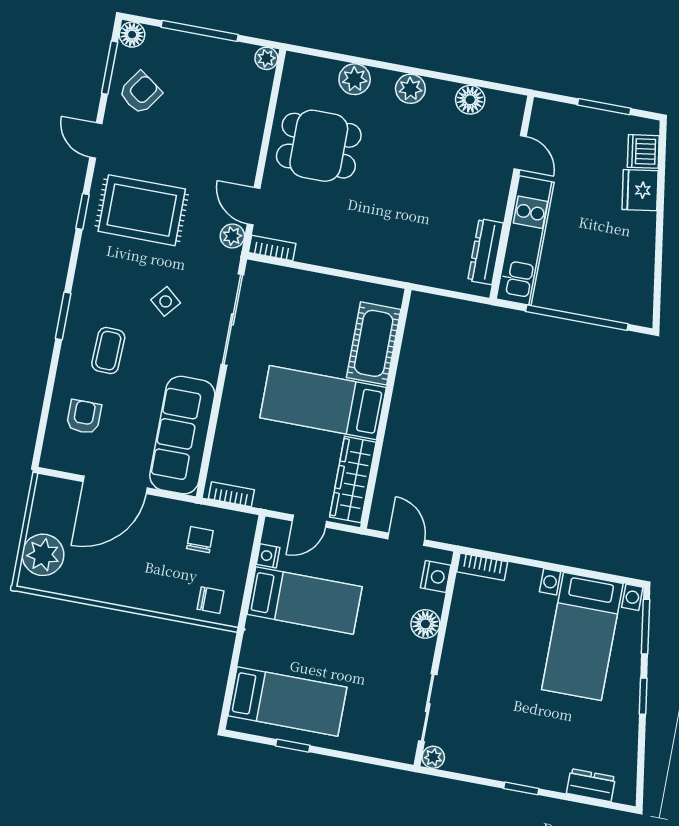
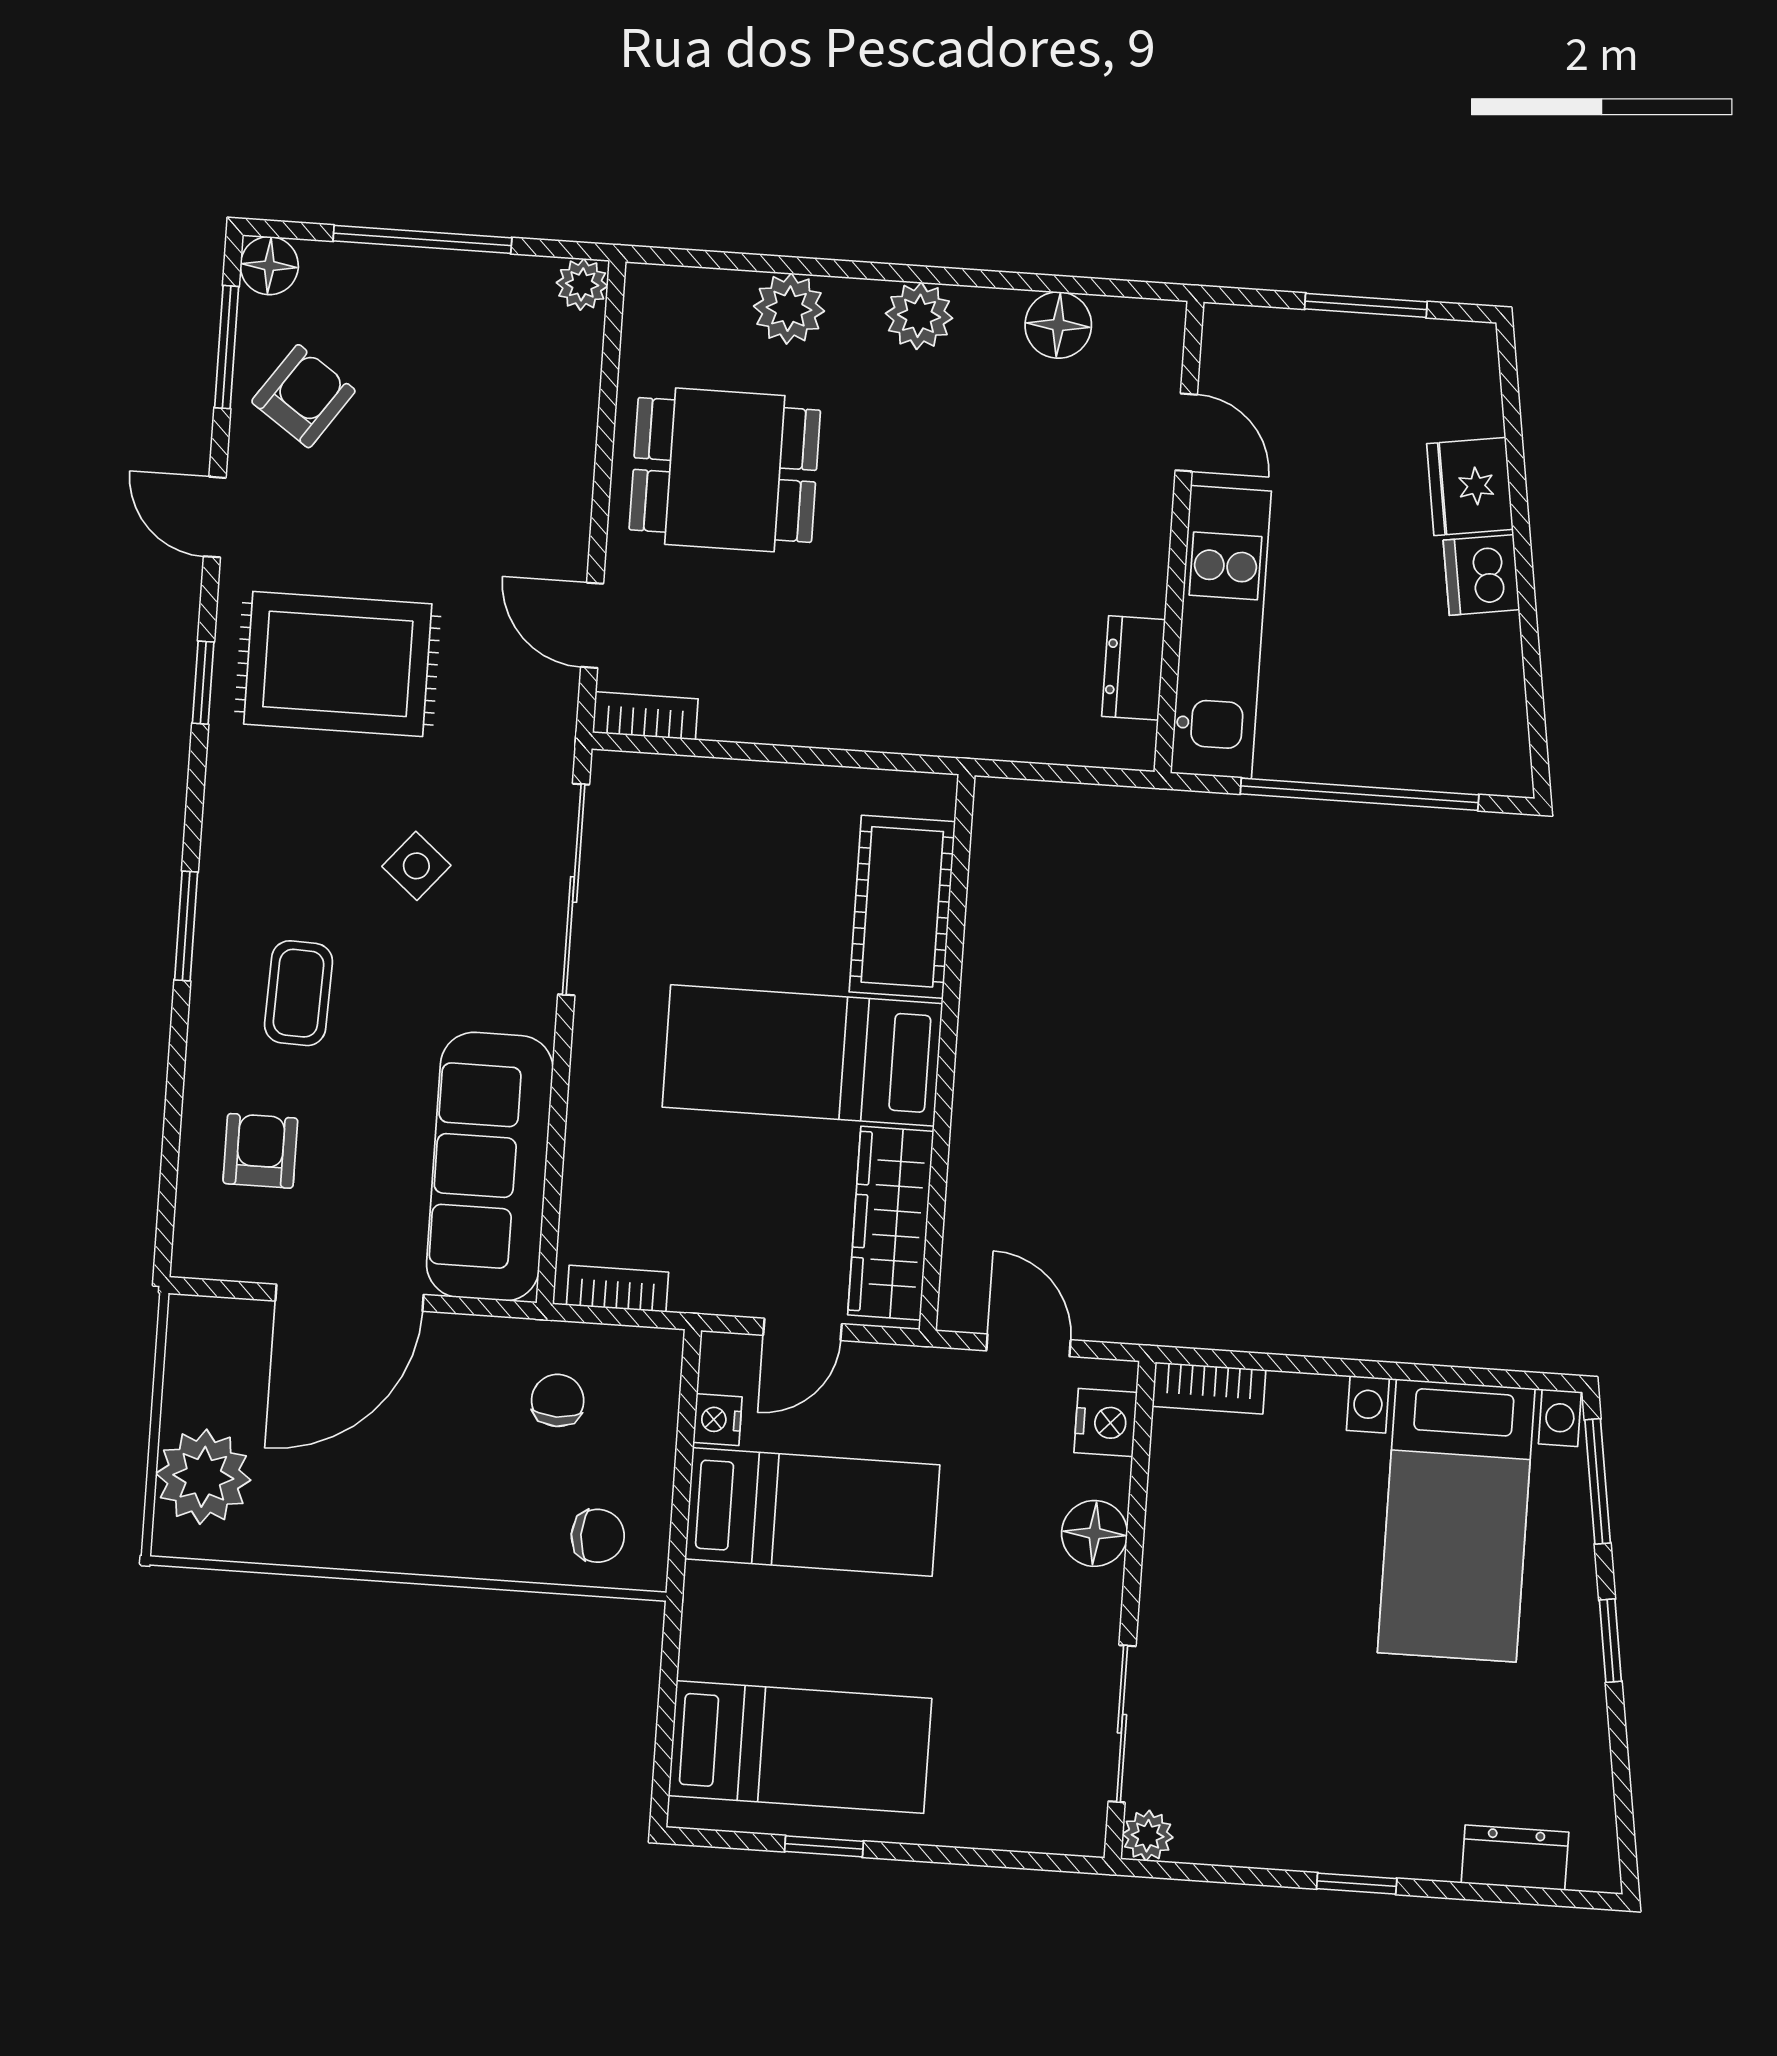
dishwasher: (643, 151) -> (1481, 575), moved
plant: (232, 236) -> (551, 699), removed
dresser: (486, 252) -> (1134, 668), width x0.70

